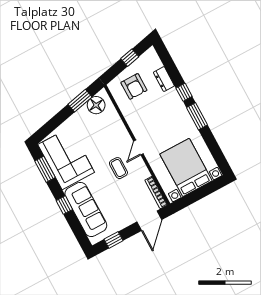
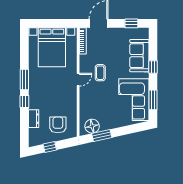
sofa: (86, 209) -> (139, 56), width x0.73

